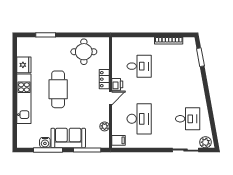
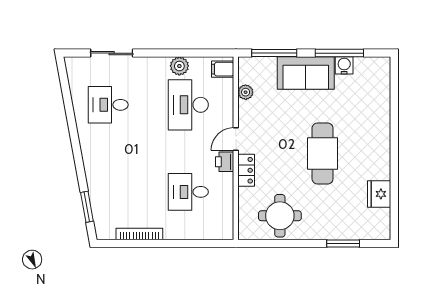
kitchen unit: (24, 99) -> (379, 138), removed
plant: (206, 142) -> (179, 66), moved

